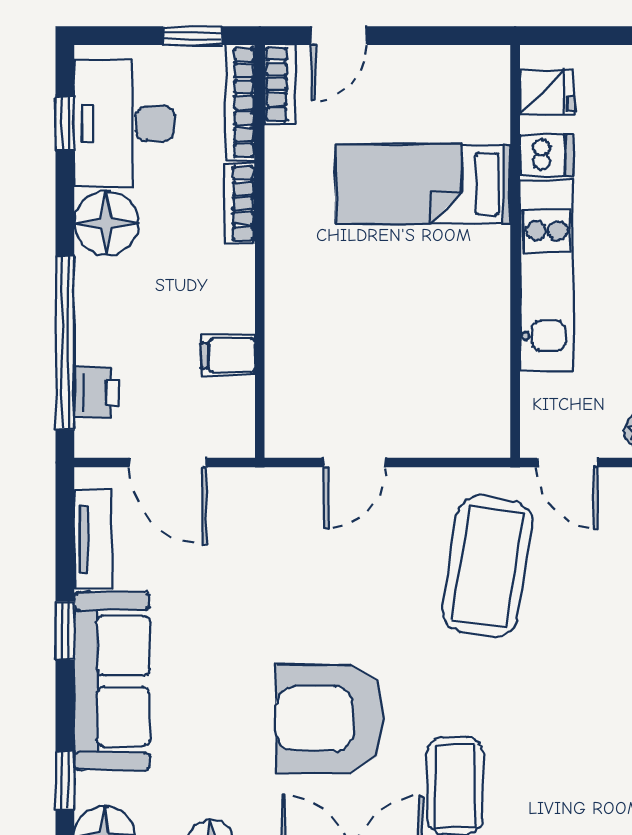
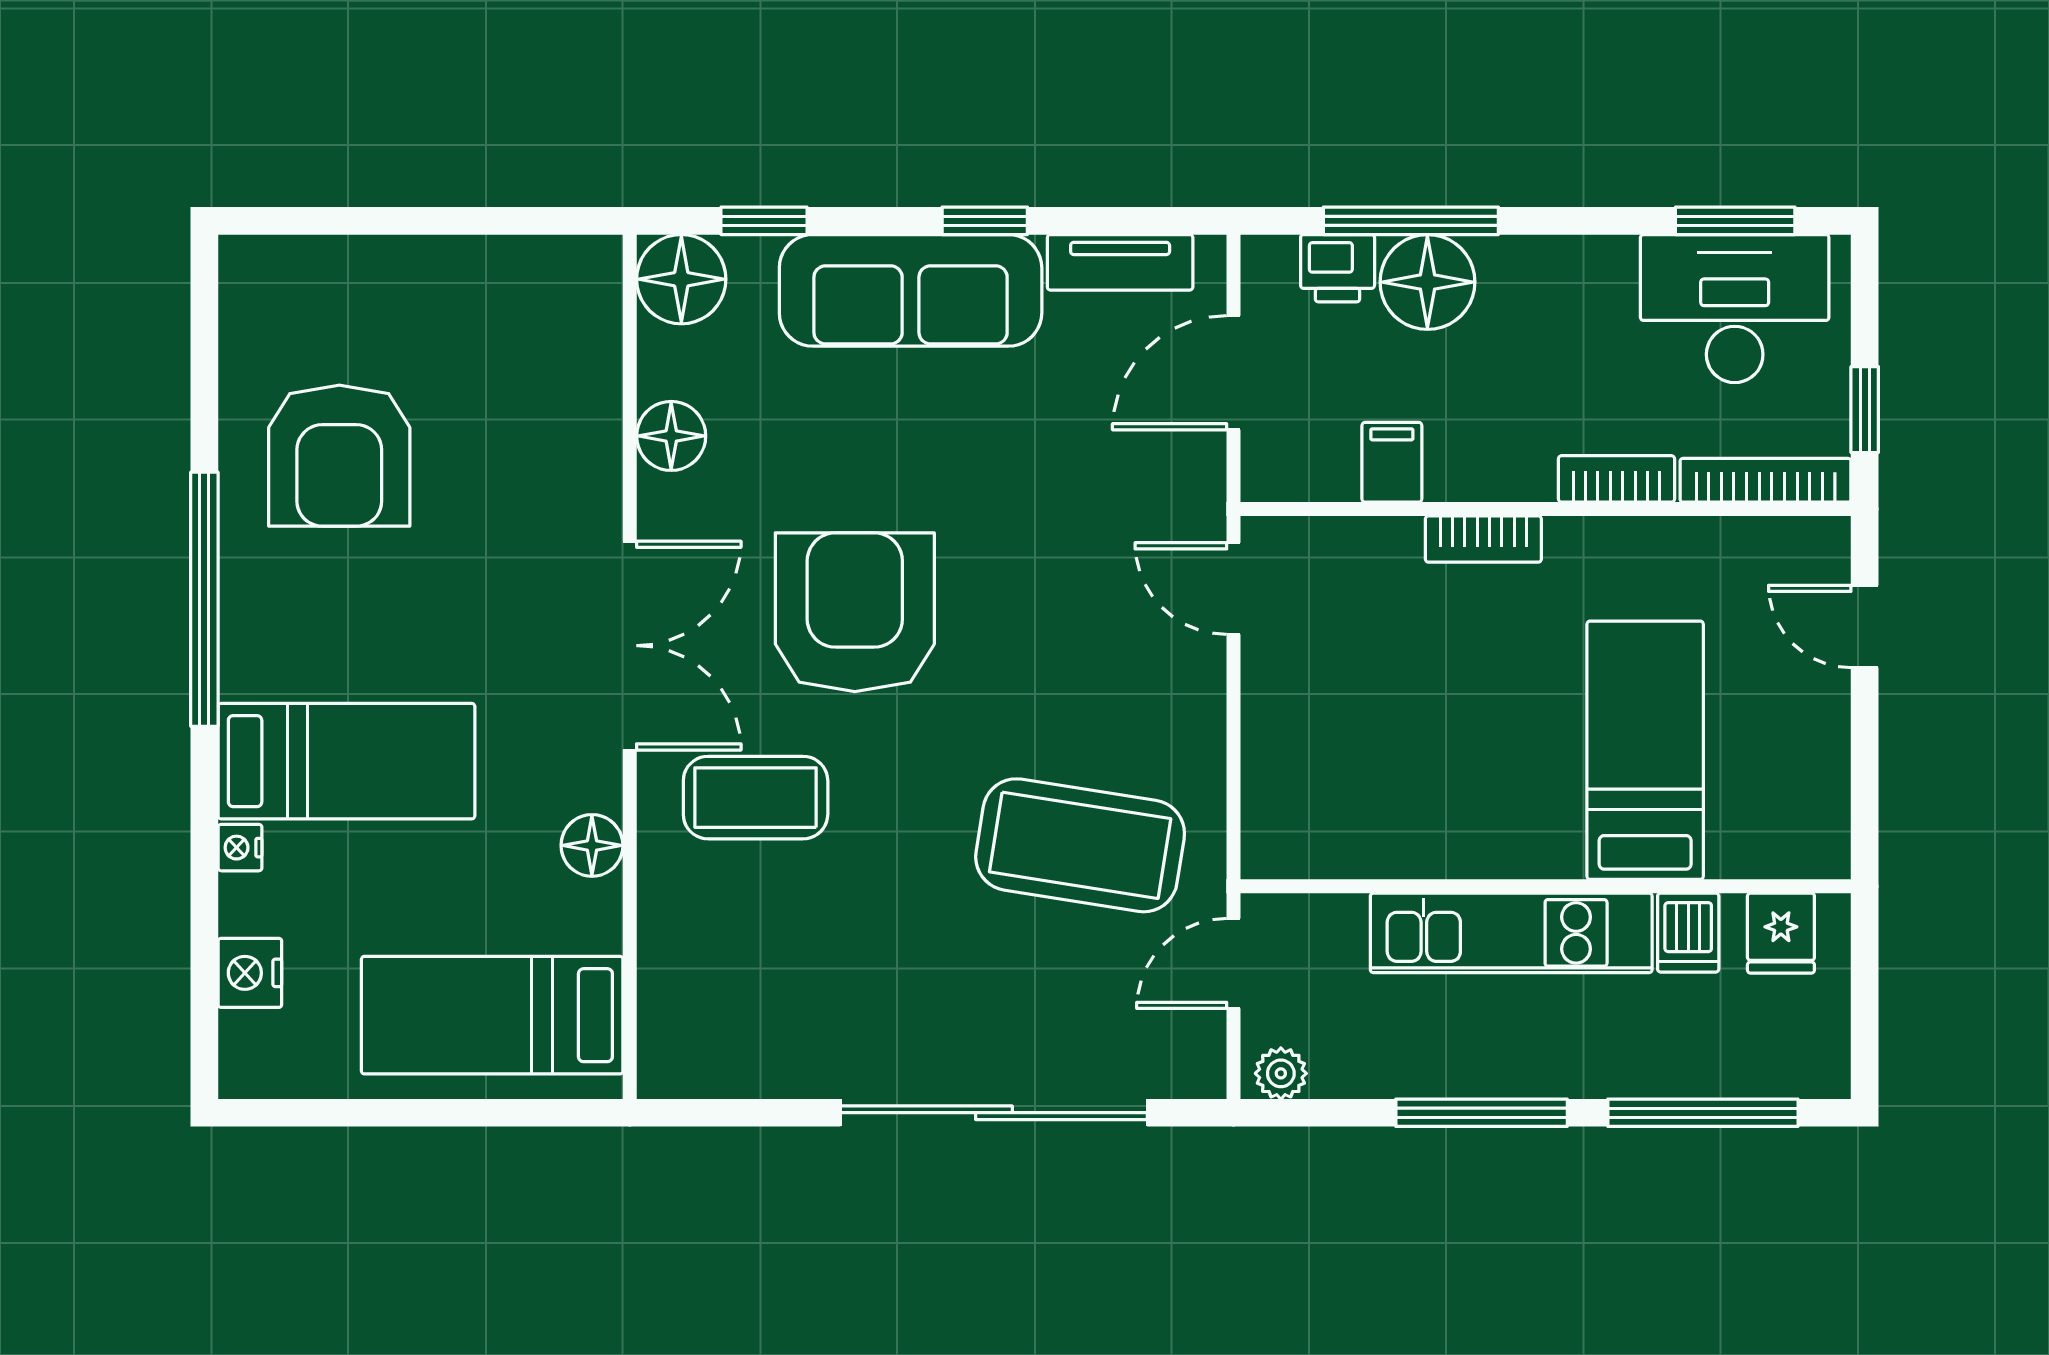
bookcase: (280, 84) -> (1483, 539), moved
window: (65, 123) -> (1735, 221), width x1.50
floor lamp: (106, 223) -> (1427, 282), moved
window: (65, 343) -> (1411, 221), width x0.68
door: (355, 463) -> (1234, 589), moved

